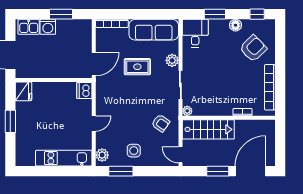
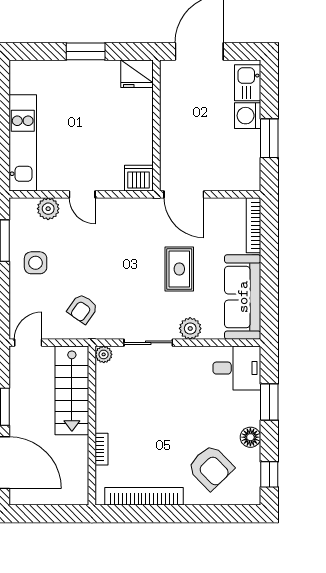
plant: (102, 155) -> (48, 209), moved

